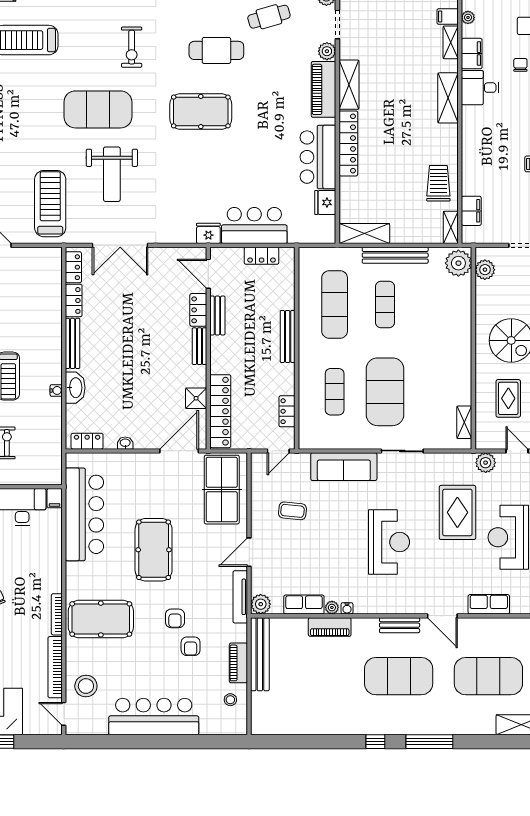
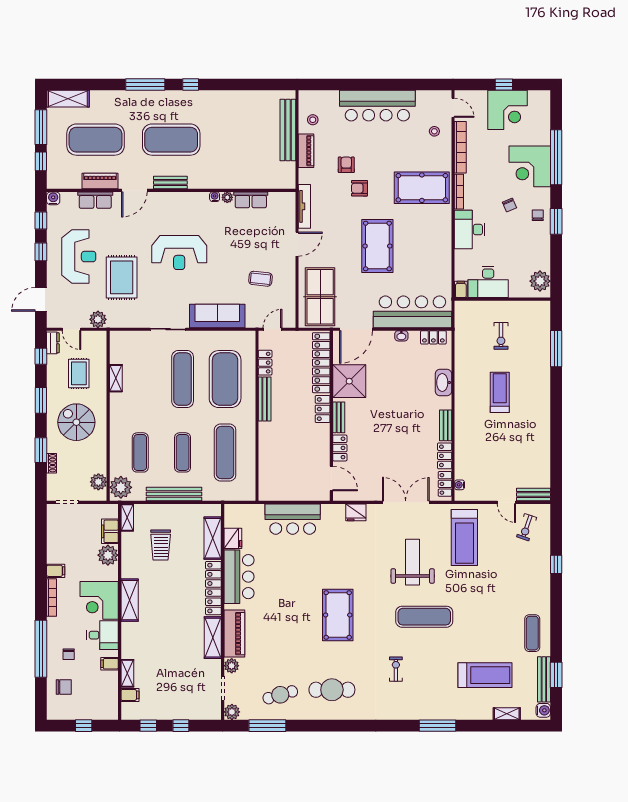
plant: (468, 17) -> (108, 555), moved, width x1.88, depth x1.88
exercise bike: (132, 47) -> (396, 669), width x0.73, depth x0.72
cafe table: (216, 50) -> (332, 690), moved
filing cabinet: (472, 54) -> (110, 664), width x0.50
shelving: (448, 98) -> (130, 600), moved
exercise mat: (98, 109) -> (424, 617), width x0.68
pool table: (201, 111) -> (338, 615), turned 90
corner desk: (484, 129) -> (99, 600), added
trolley: (438, 183) -> (161, 545), moved
fridge: (208, 233) -> (356, 512), moved
shelving: (364, 234) -> (213, 538), moved, turned 90
locker: (262, 256) -> (323, 409), moved, turned -90
exercise mat: (435, 304) -> (140, 452), added
bench: (217, 316) -> (324, 443), removed
bench: (288, 336) -> (265, 399), moved
bench: (73, 343) -> (446, 425), width x0.73
water cooler: (56, 390) -> (459, 485), moved
exercise mat: (335, 392) -> (225, 379), width x2.00, depth x1.45
exercise mat: (385, 392) -> (183, 379), width x0.68
shower: (196, 398) -> (349, 381), width x1.86, depth x1.86
shelving: (464, 422) -> (116, 378), moved
bar counter: (84, 514) -> (412, 312), moved, turned 90
reception desk: (389, 542) -> (179, 252), turned -90
desk: (44, 569) -> (470, 230), added
plant: (261, 604) -> (287, 200), removed
door: (442, 616) -> (134, 190), swing flipped
armchair: (175, 618) -> (359, 188), turned -90
piano: (330, 627) -> (100, 181), moved
bench: (260, 654) -> (288, 130), moved
stool: (86, 686) -> (434, 131), width x0.53, depth x0.53

